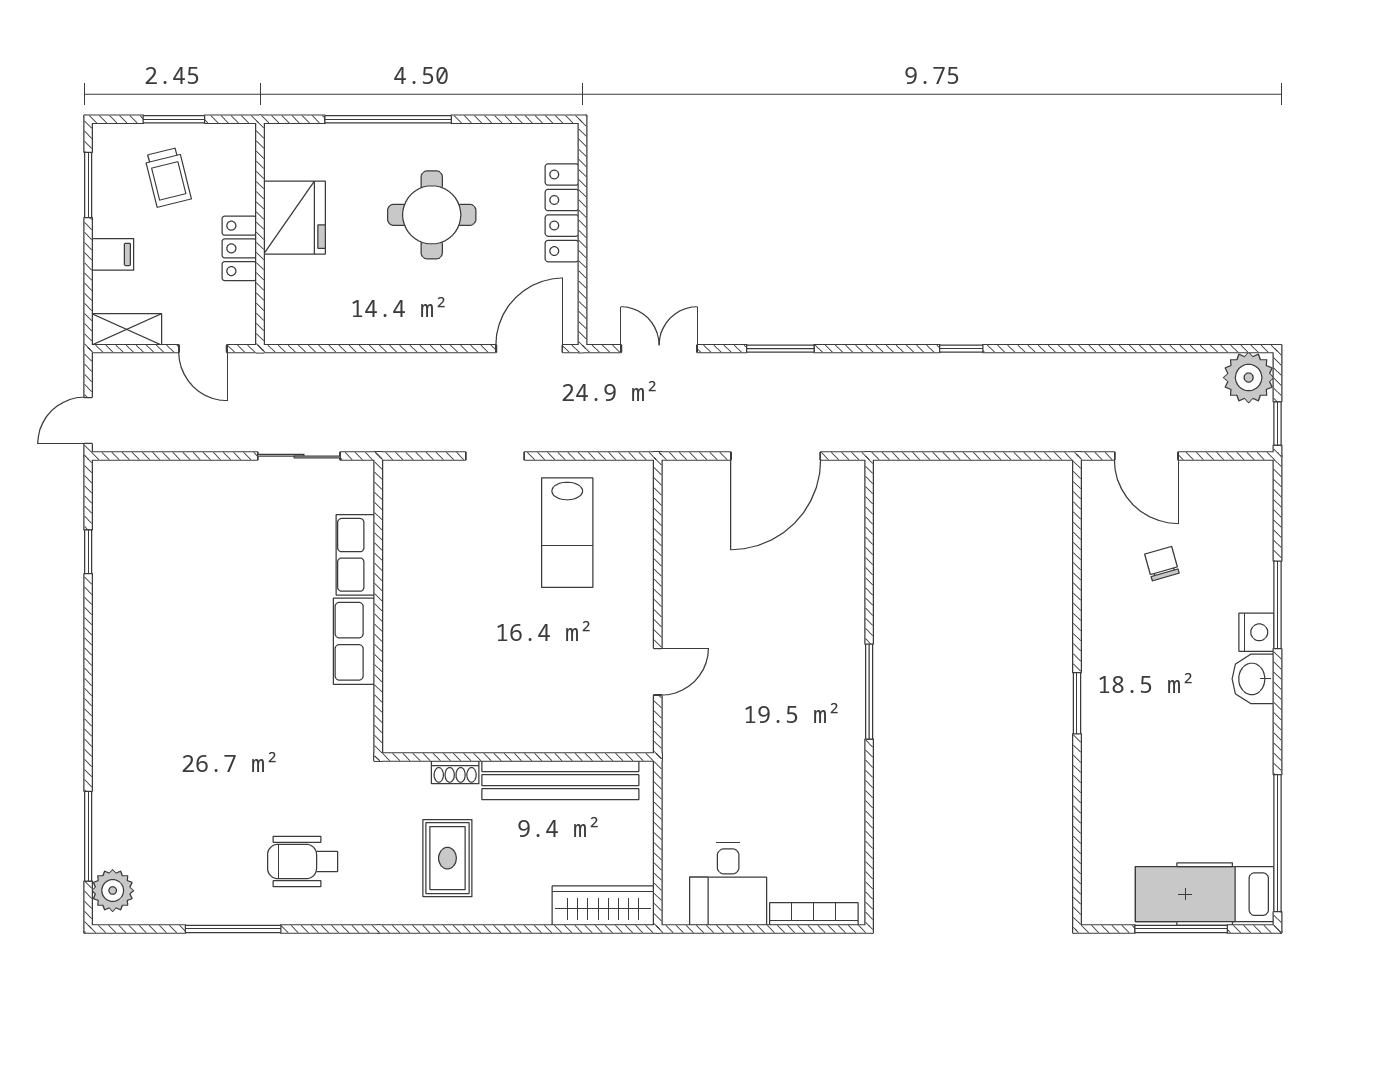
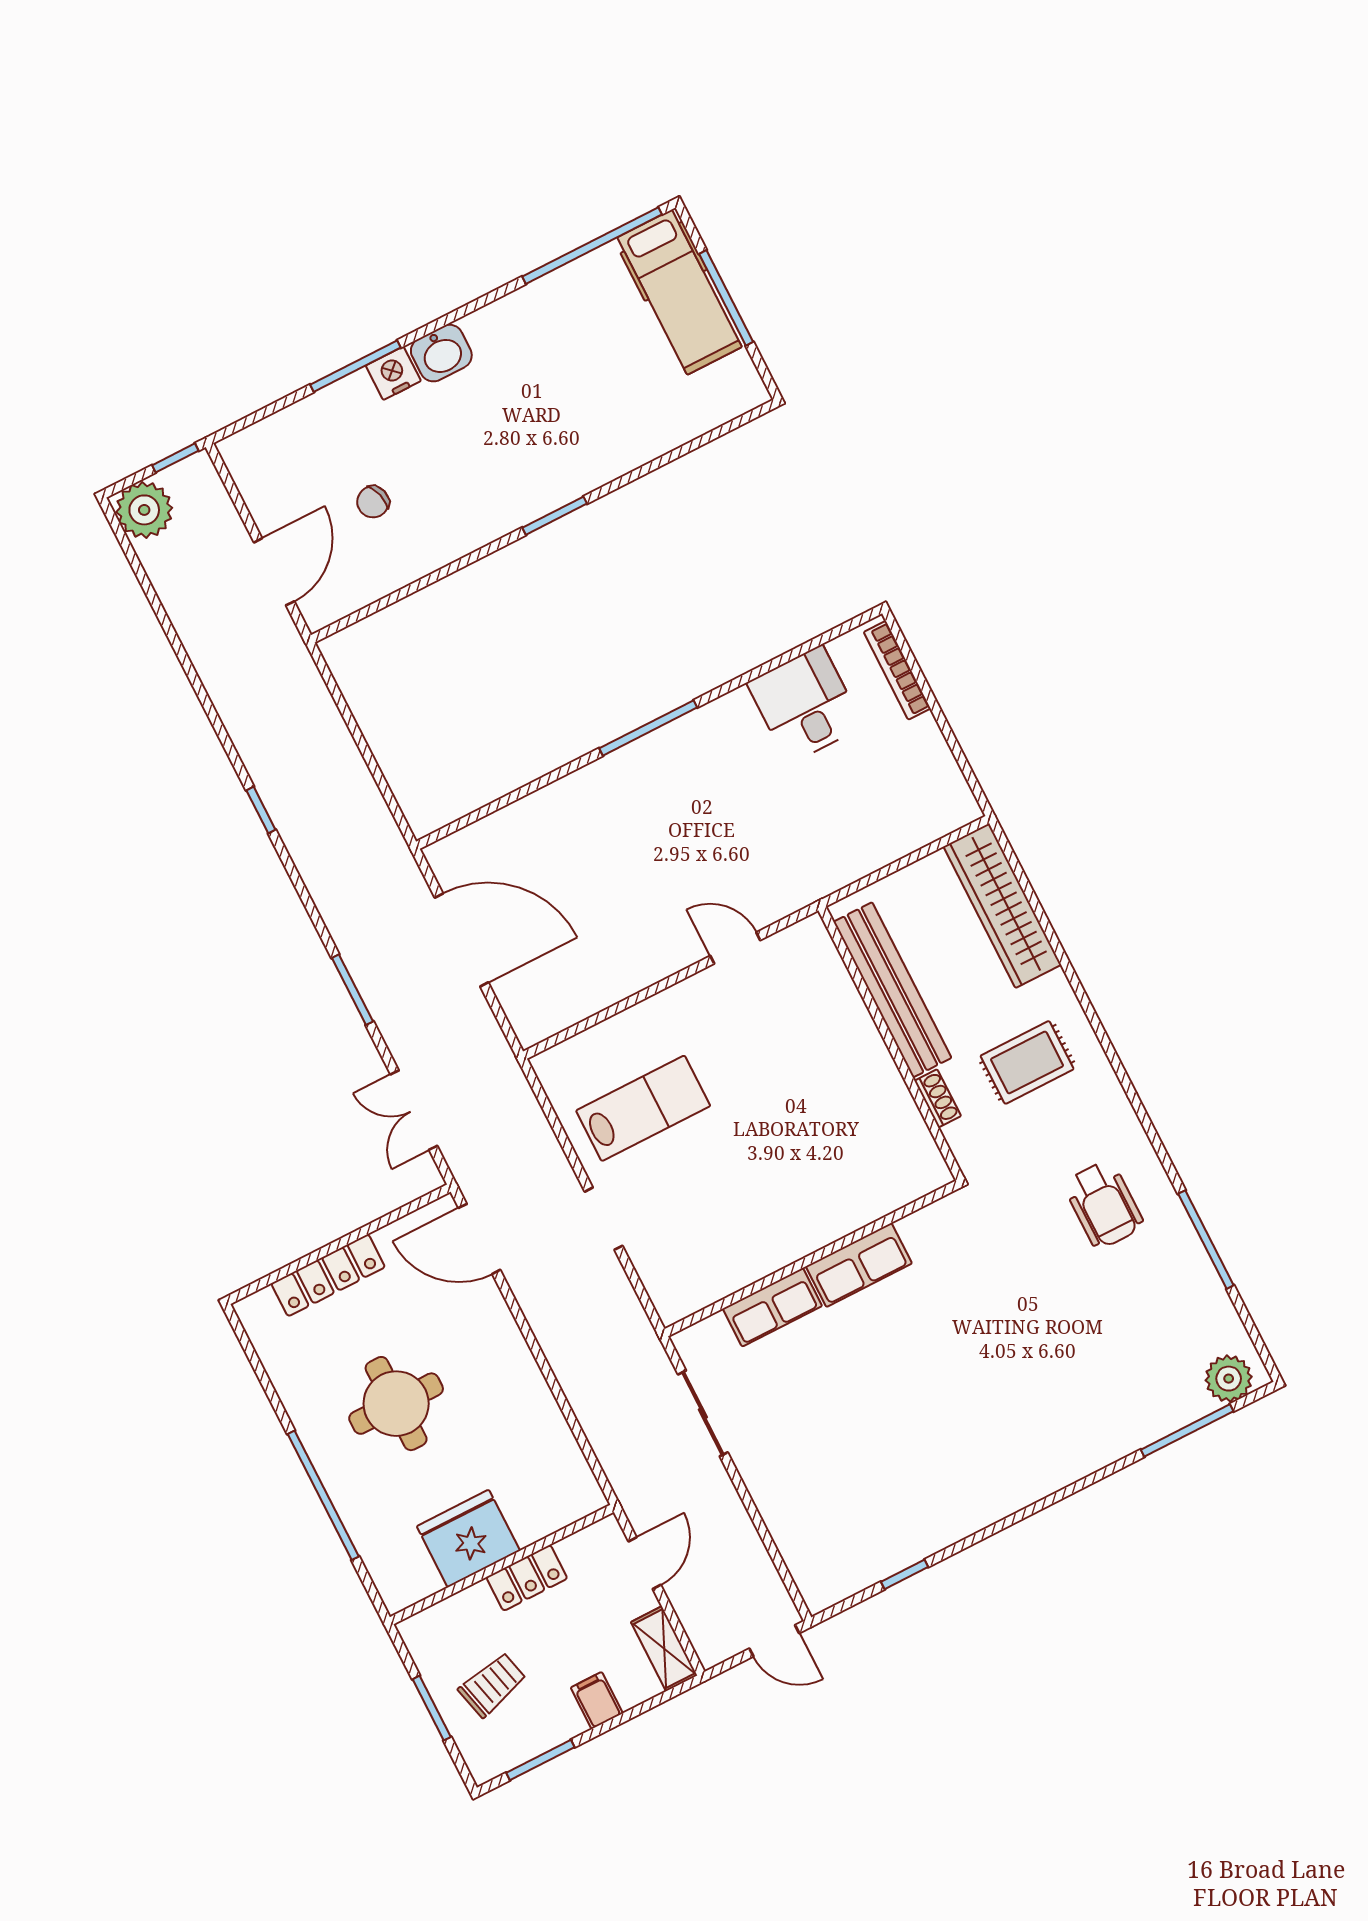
desk: (728, 884) -> (805, 705), moved, turned -90
wardrobe: (603, 906) -> (1002, 906), width x1.40, depth x1.17

